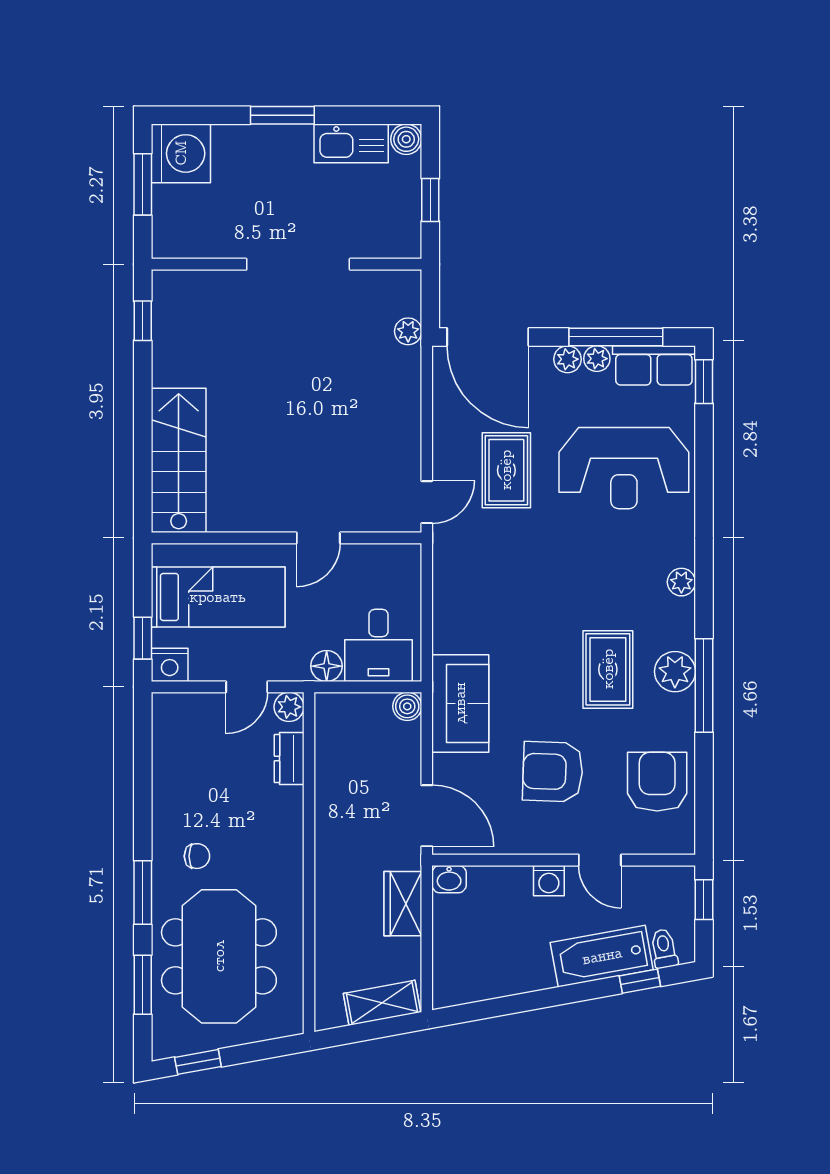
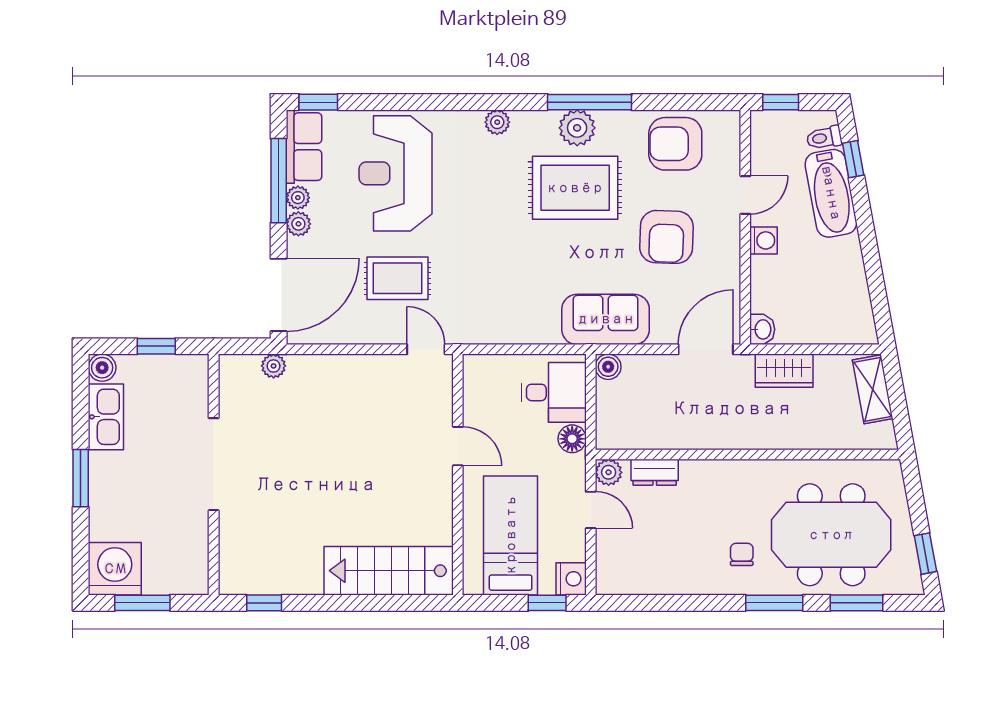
reception desk: (624, 468) -> (396, 173), turned 180
rug: (608, 669) -> (575, 188), width x1.36, depth x1.43

